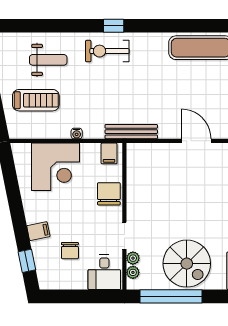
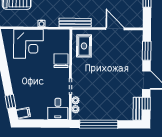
filing cabinet: (109, 153) -> (61, 36), removed
rug: (146, 170) -> (84, 46), added
filing cabinet: (38, 231) -> (23, 113), moved
chair: (70, 251) -> (37, 95), removed
spiral stairs: (187, 264) -> (109, 104), removed

